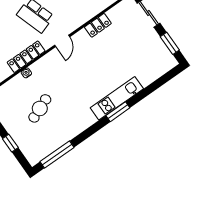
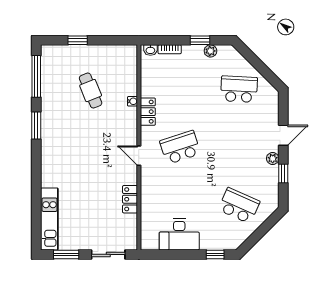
locker: (26, 57) -> (148, 112), width x0.66
kitchen unit: (117, 98) -> (49, 219), moved
window: (118, 112) -> (36, 126), moved

